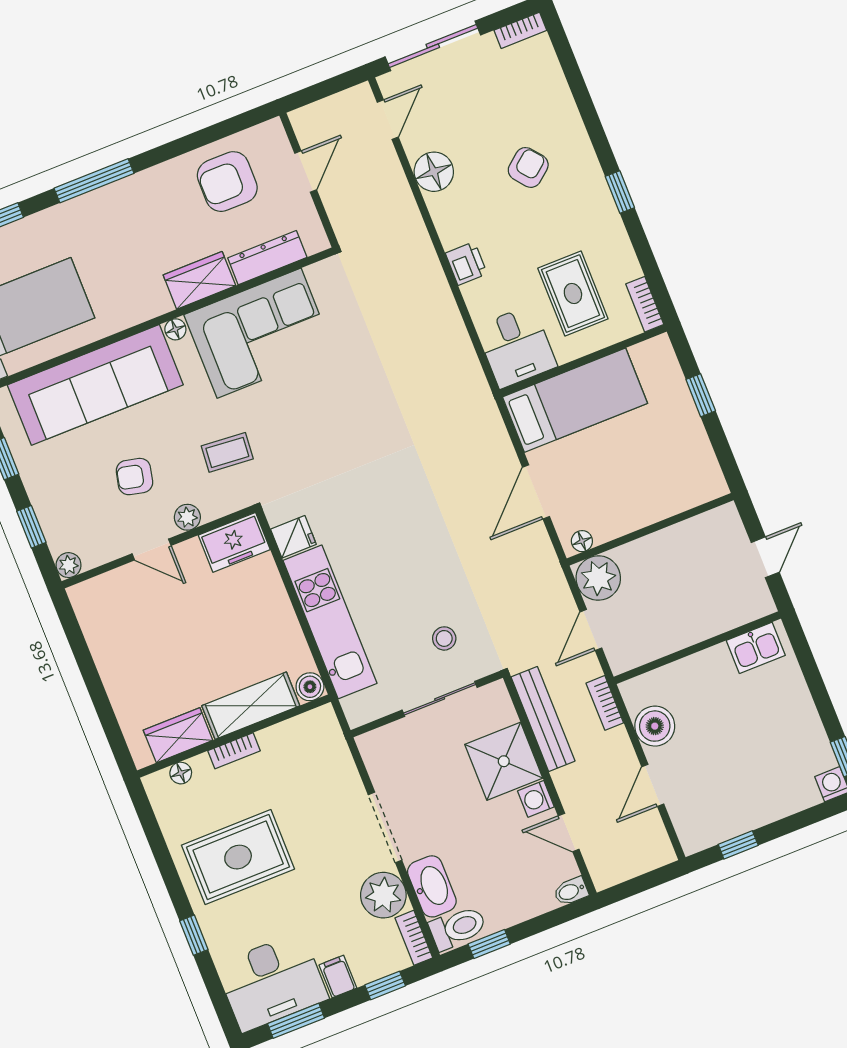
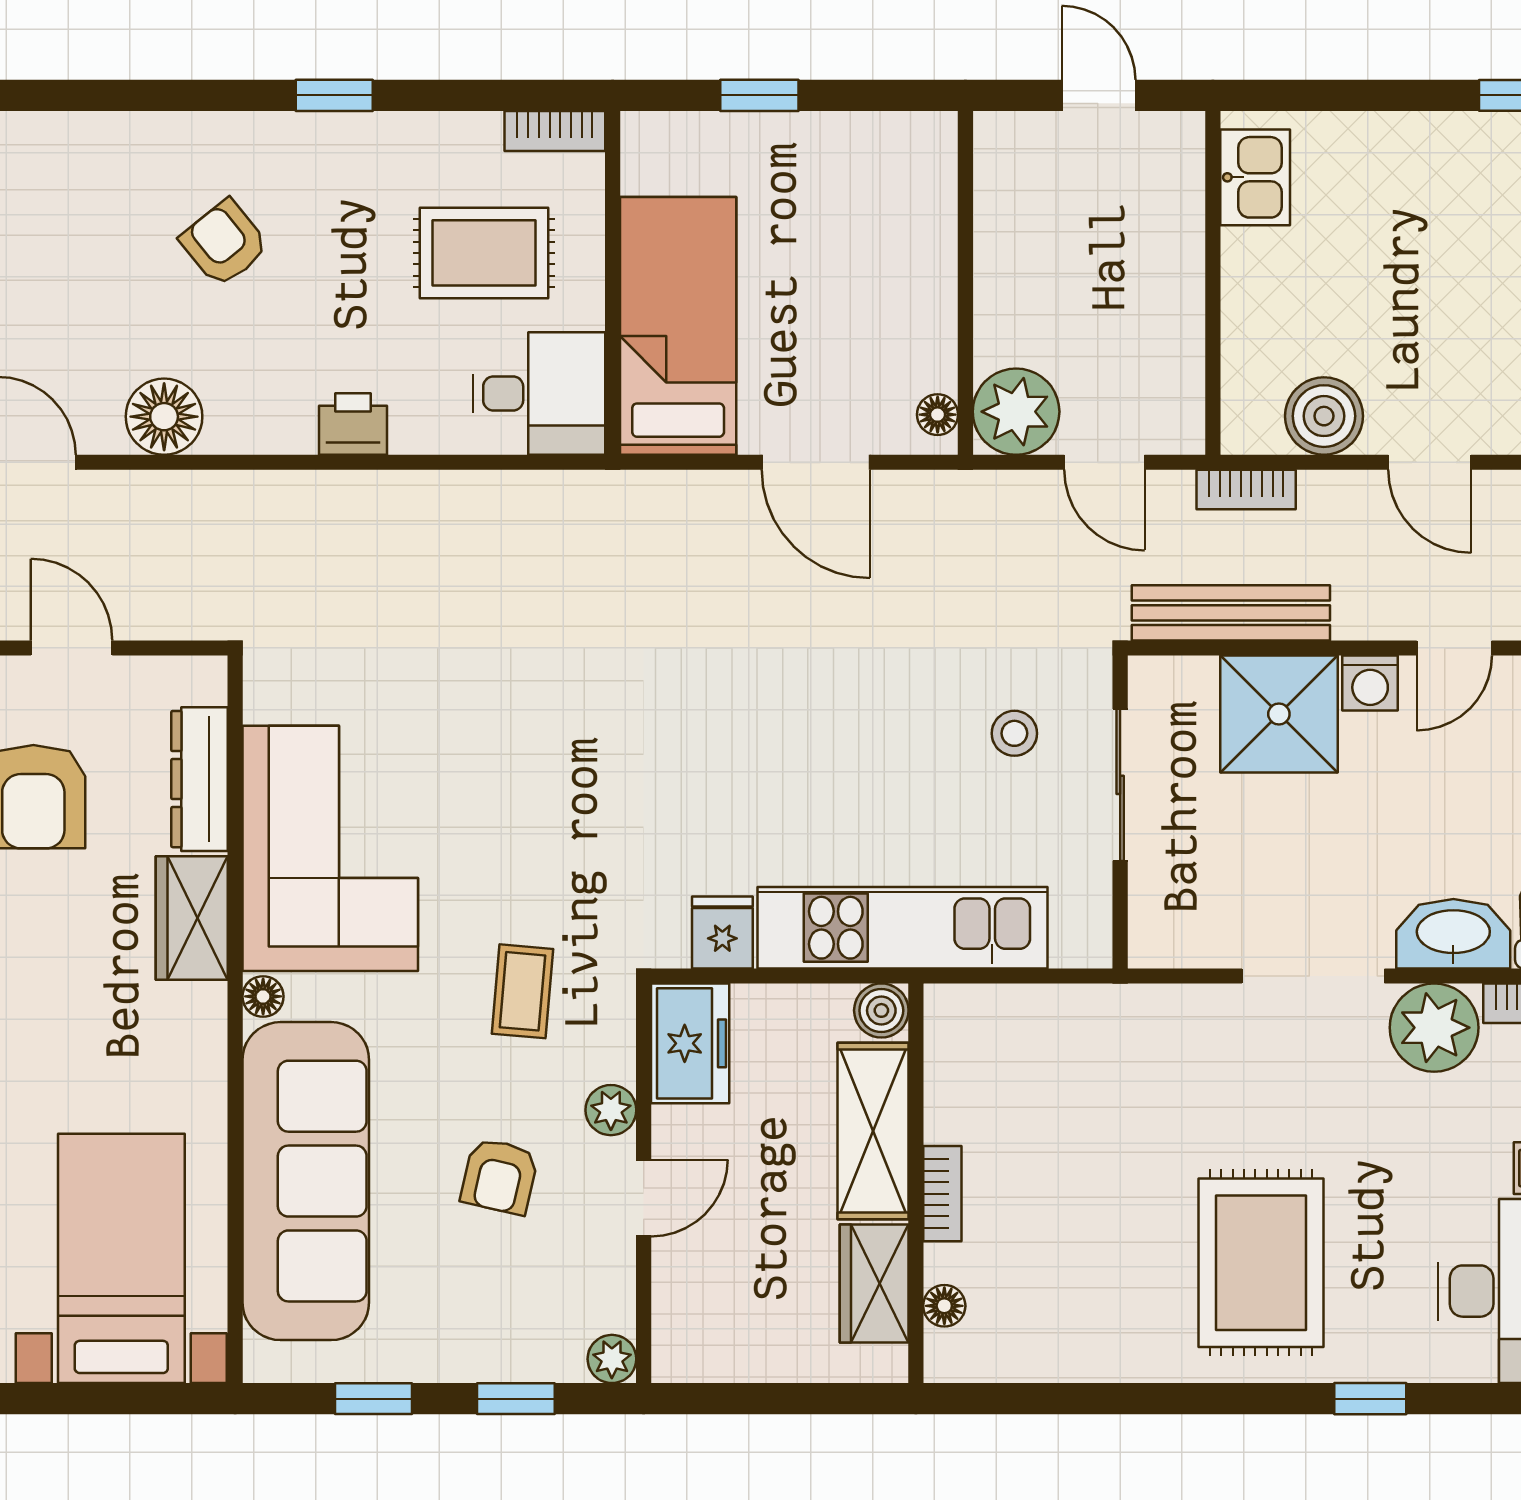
boiler: (310, 687) -> (881, 1010), moved
shelving: (251, 706) -> (873, 1131), moved
wardrobe: (178, 735) -> (874, 1284), moved
wall: (234, 736) -> (916, 1183), moved
bookcase: (234, 751) -> (942, 1194), moved
floor lamp: (181, 773) -> (944, 1306), moved

